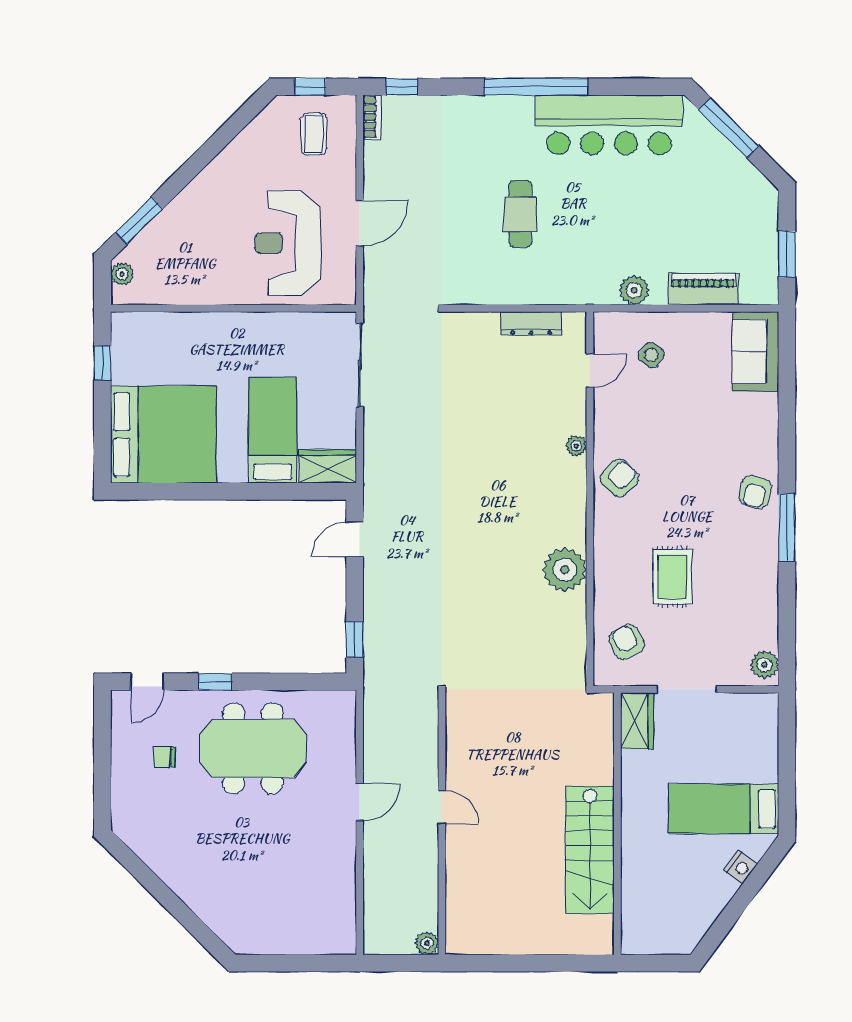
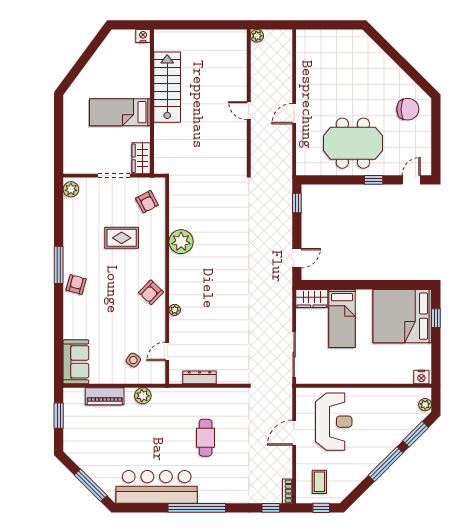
window: (194, 166) -> (386, 464), added
nightstand: (129, 324) -> (421, 377), added
window: (102, 363) -> (436, 318), moved
rug: (673, 577) -> (122, 238), turned 90
chair: (165, 757) -> (408, 109), moved, width x1.87, depth x1.87
bed: (724, 809) -> (120, 112), moved, turned 180
nightstand: (741, 867) -> (143, 36), moved, turned 54

